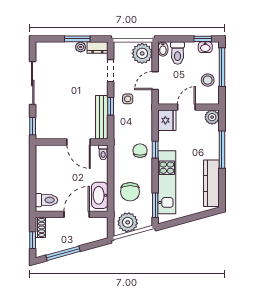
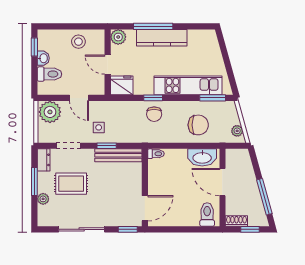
plant: (81, 47) -> (43, 199), moved
washbasin: (205, 47) -> (43, 58), moved
bidet: (163, 49) -> (45, 90), removed
window: (222, 67) -> (65, 26), removed
rug: (75, 73) -> (71, 184), added
door: (79, 142) -> (145, 208), moved
chair: (140, 151) -> (154, 114), turned -90
kitchen counter: (211, 183) -> (162, 38), moved
plant: (128, 222) -> (237, 131), width x0.53, depth x0.53

